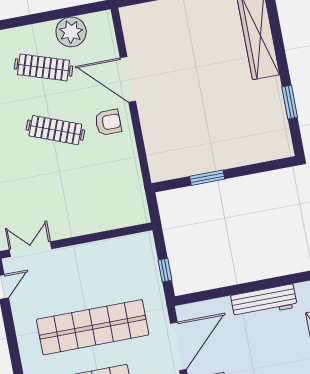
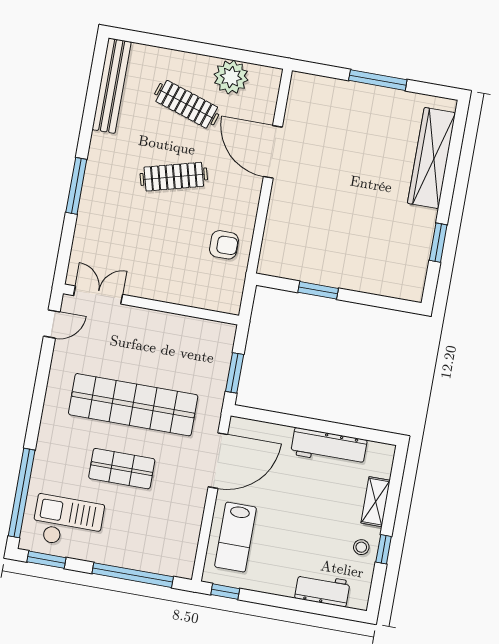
armchair: (108, 122) -> (224, 245), moved
clothes rail: (55, 130) -> (174, 177), turned -36
window: (165, 270) -> (235, 373), width x1.50

